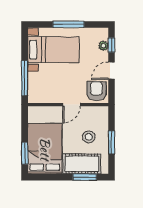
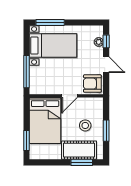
window: (68, 24) -> (50, 22), moved
door: (111, 71) -> (106, 65), swing flipped
armchair: (96, 91) -> (92, 84), turned -90
bed: (45, 149) -> (45, 120), moved, turned 180

